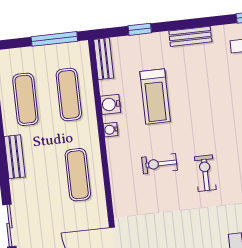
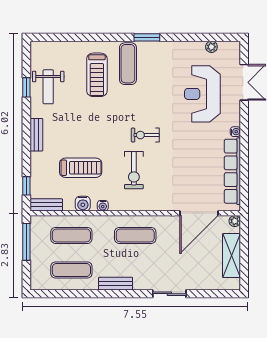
window: (140, 29) -> (26, 186), moved
exercise bike: (160, 164) -> (134, 170), width x1.38, depth x1.39

